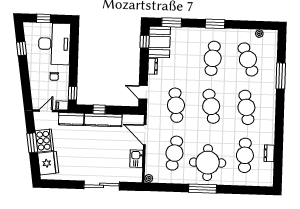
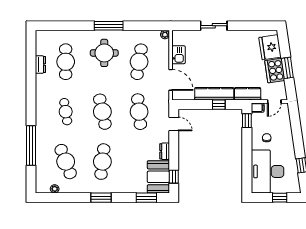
window: (281, 76) -> (31, 145), width x1.46
cafe table: (246, 107) -> (66, 112), width x0.73, depth x0.74
round table: (208, 163) -> (104, 53), width x0.73, depth x0.73
sliding door: (102, 185) -> (214, 26), width x0.73

